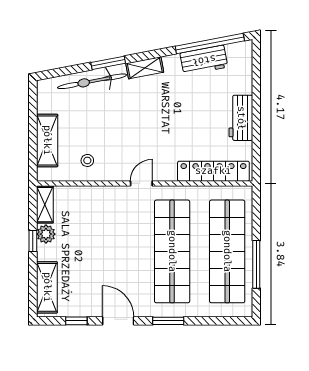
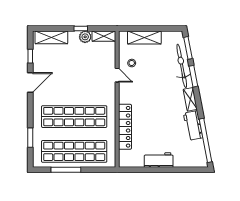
workbench: (204, 60) -> (193, 125), moved
window: (64, 71) -> (188, 48), added
locker: (213, 171) -> (125, 127), moved
door: (141, 183) -> (117, 75), moved
window: (168, 321) -> (30, 138), moved

